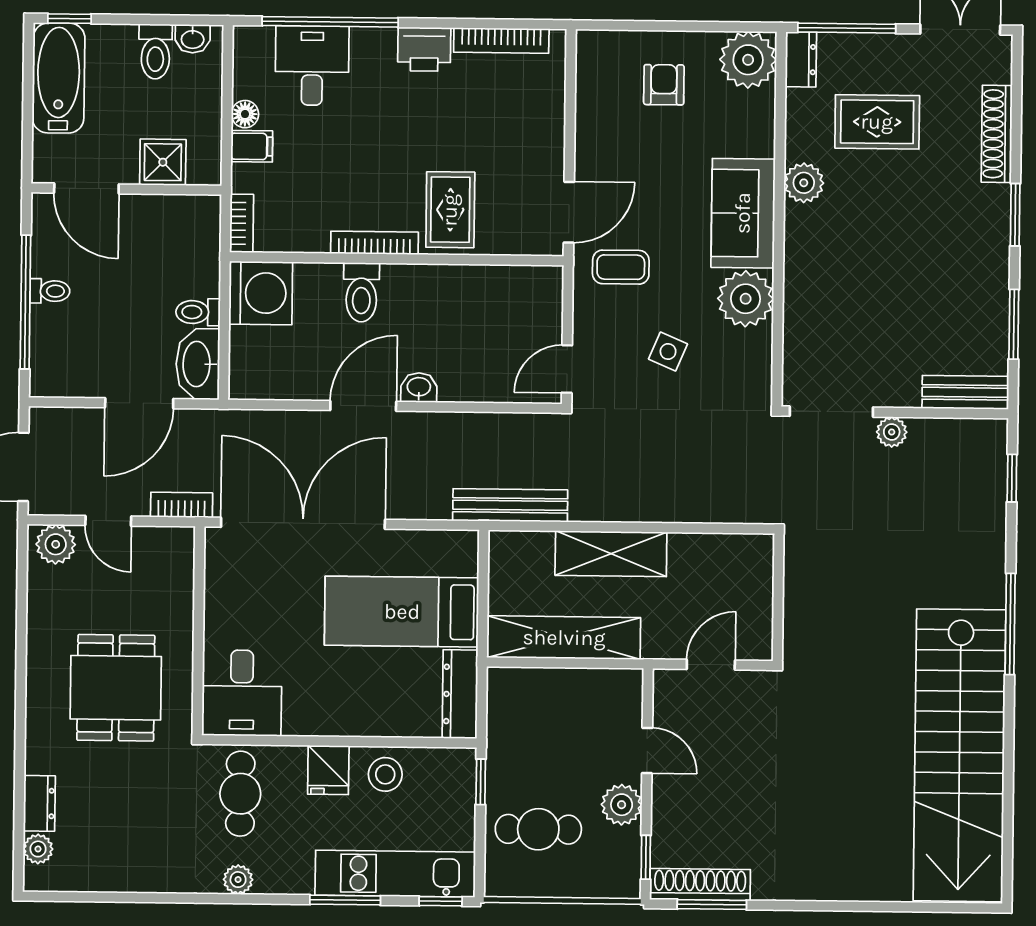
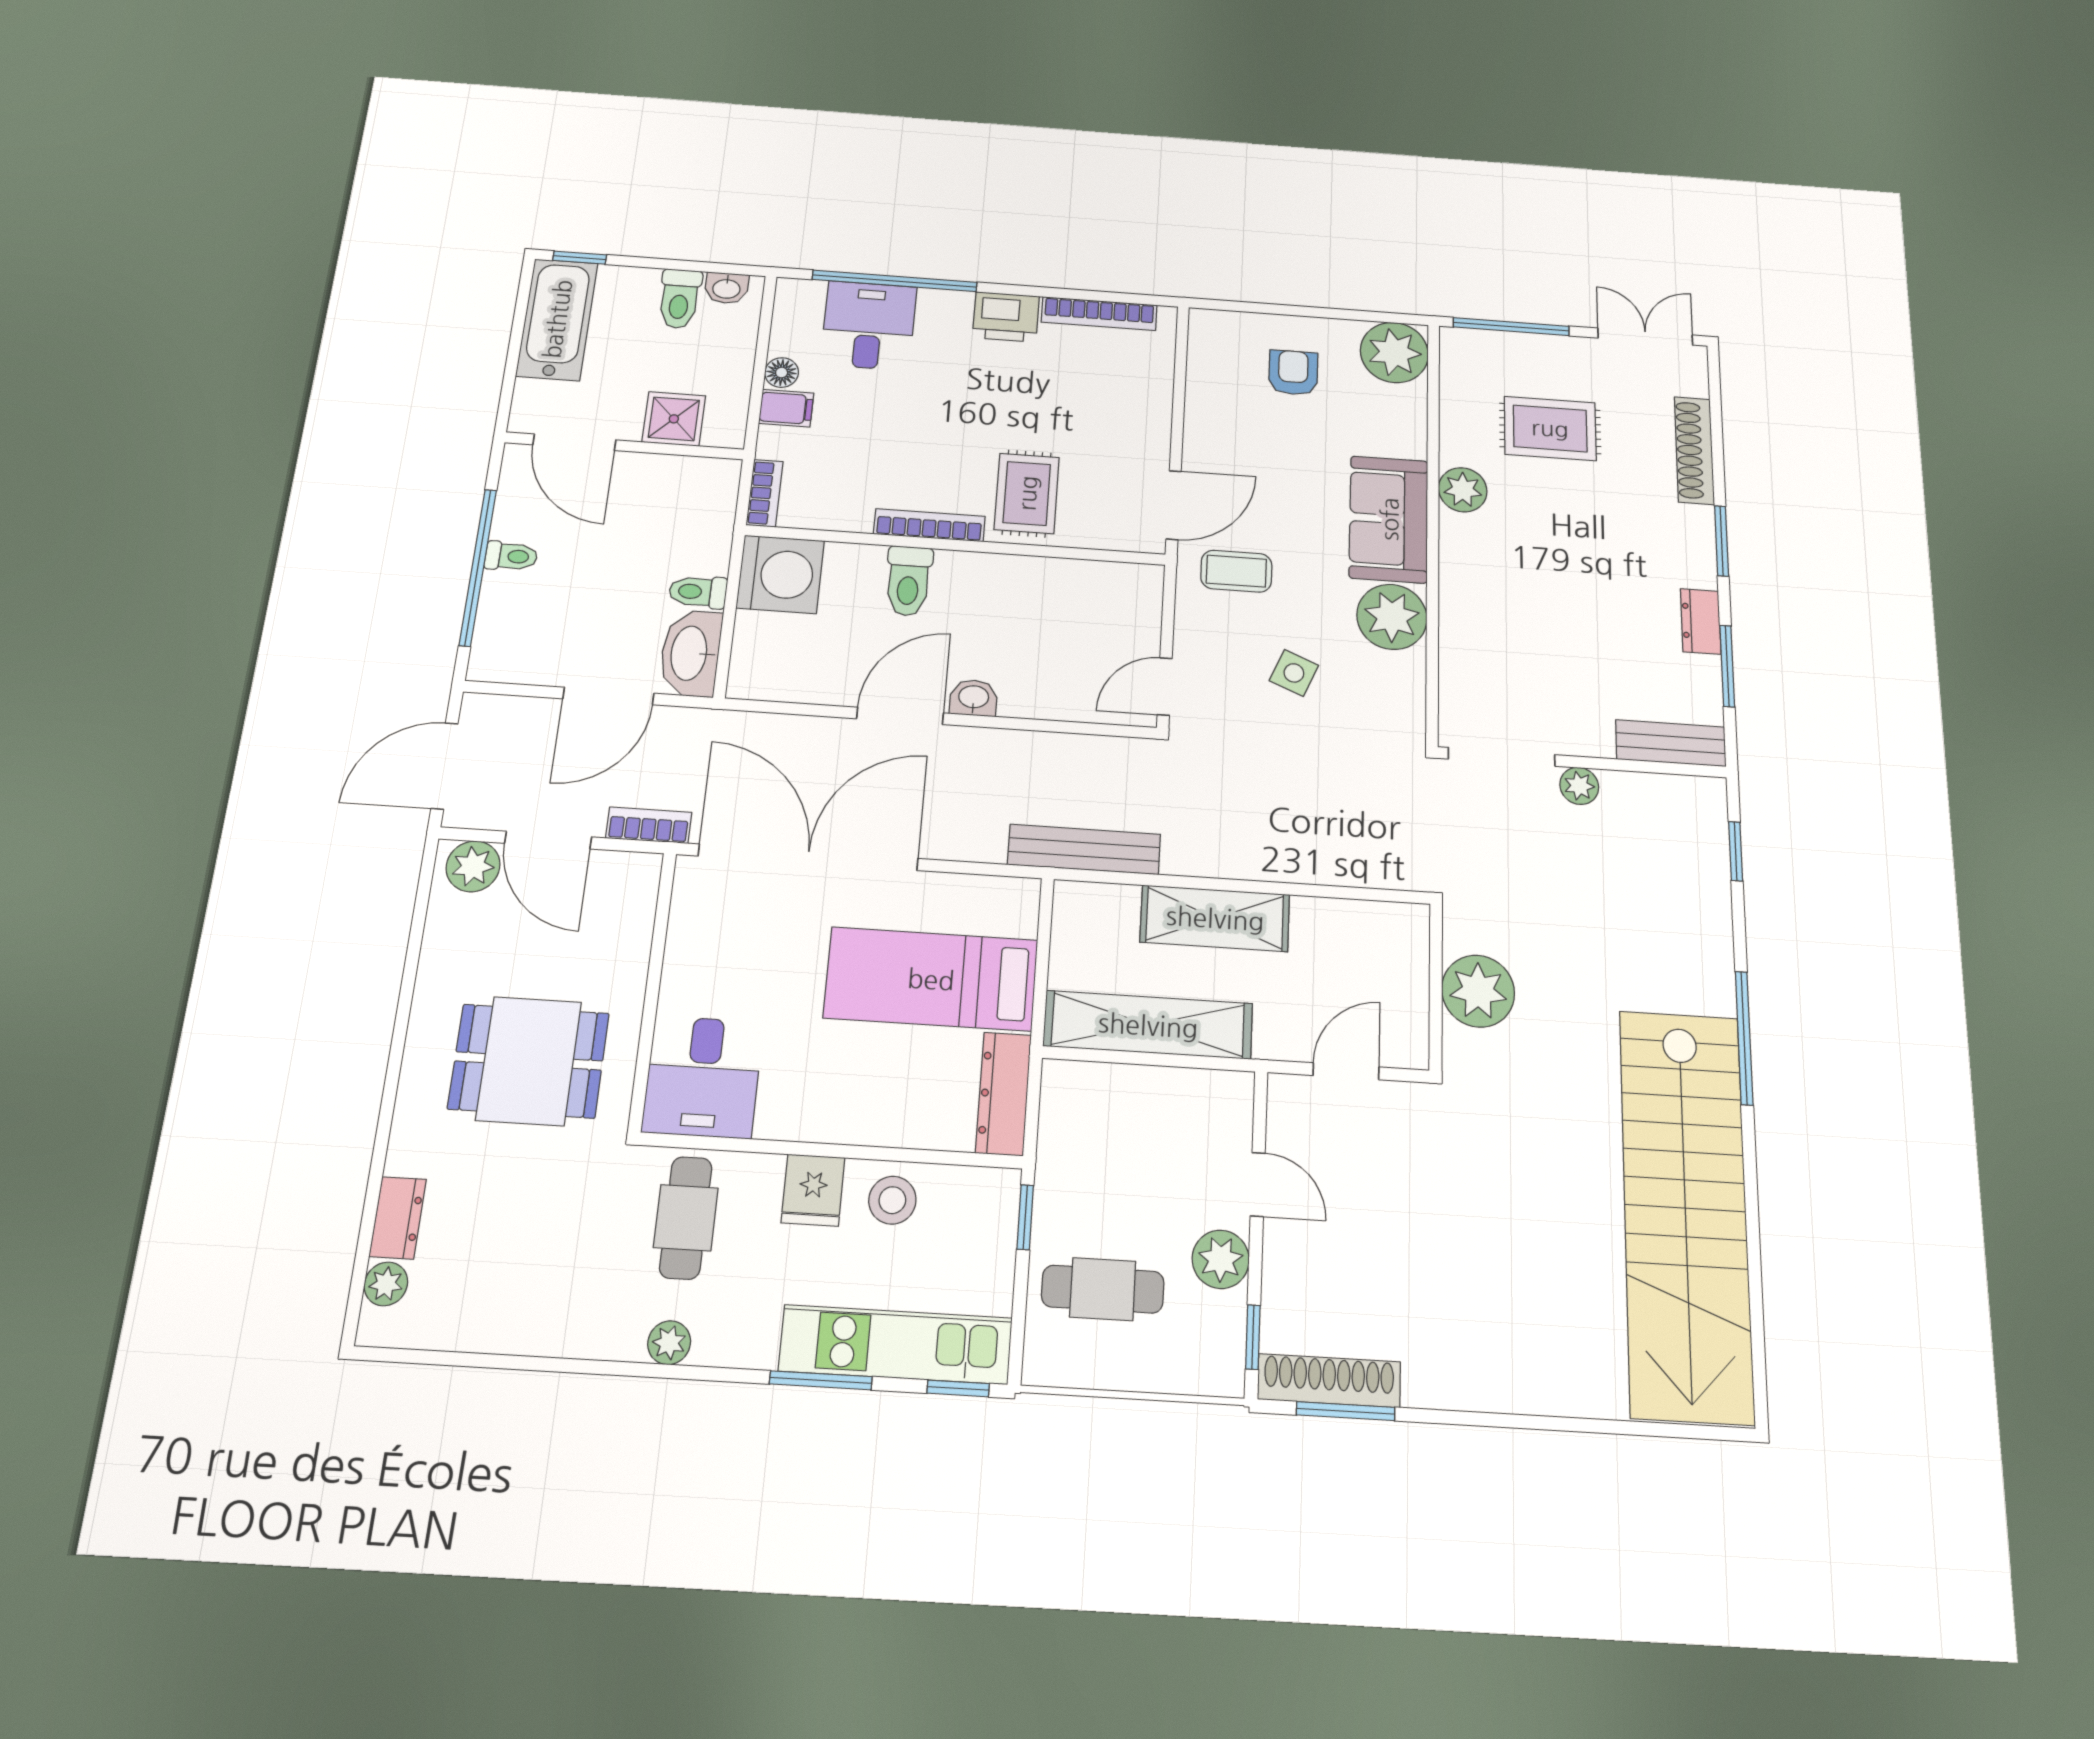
dresser: (801, 59) -> (1701, 621), moved, turned 180
door: (108, 521) -> (548, 840), width x1.38
plant: (810, 599) -> (1478, 991), added
dining table: (116, 688) -> (529, 1061), turned 90

